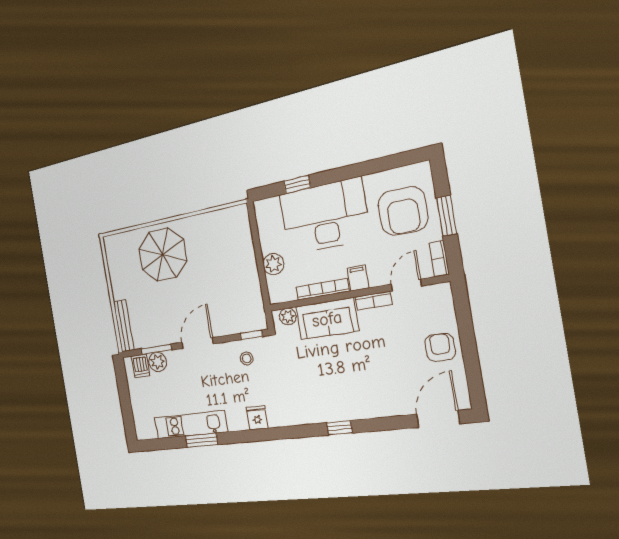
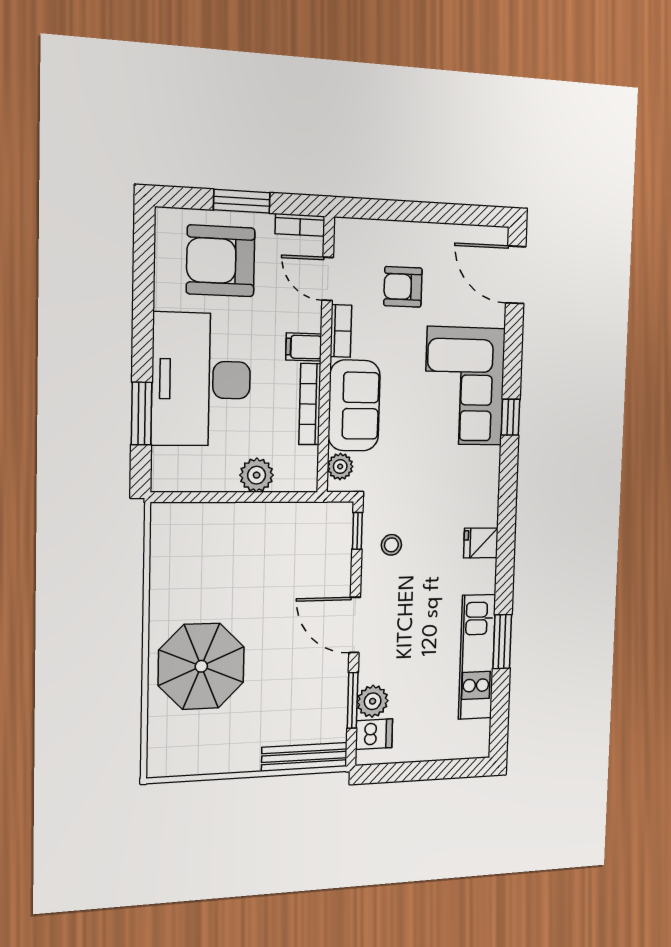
window: (297, 184) -> (142, 413), width x1.50
armchair: (403, 211) -> (221, 261), turned 180
armchair: (440, 347) -> (403, 287), moved
corner sofa: (354, 392) -> (465, 386), added

